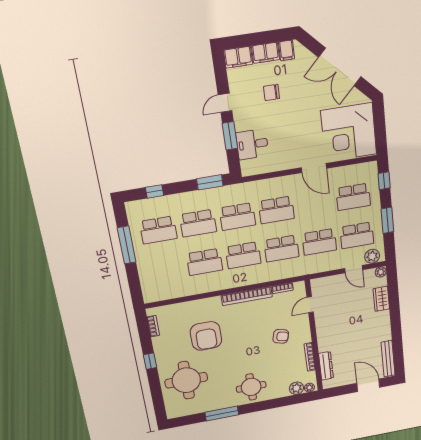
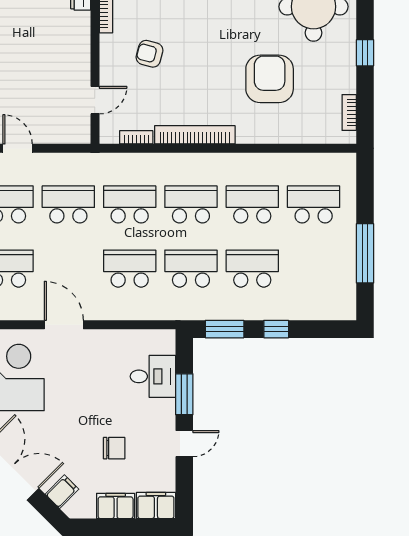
filing cabinet: (287, 50) -> (62, 492), moved, turned 45
window: (155, 191) -> (276, 329), moved
school desk: (158, 230) -> (314, 204), moved

